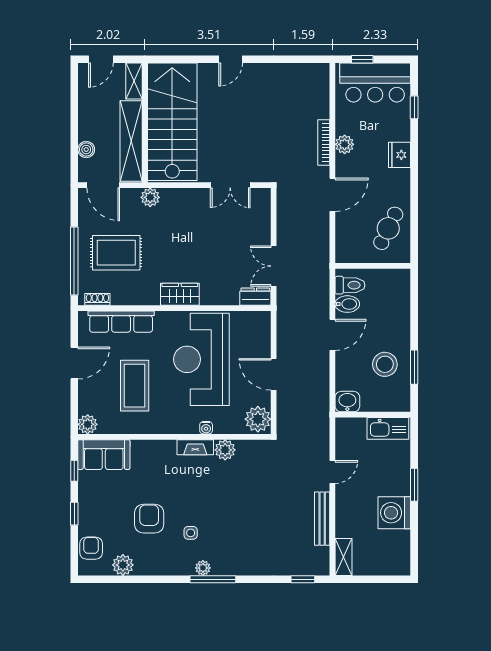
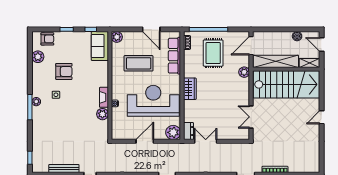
door: (231, 59) -> (322, 117), hinge flipped
boiler: (86, 150) -> (297, 36), moved
plant: (258, 419) -> (173, 132), moved

